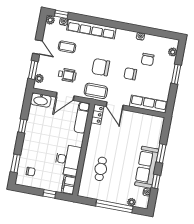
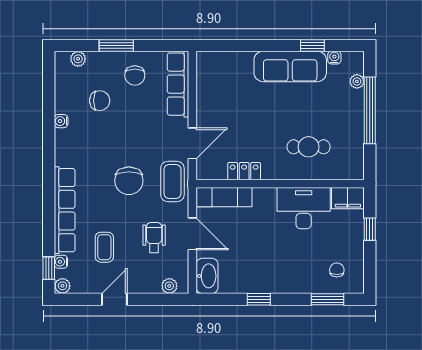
window: (33, 70) -> (156, 299), removed
chair: (130, 74) -> (135, 76), moved
locker: (97, 114) -> (244, 171), moved
window: (161, 153) -> (261, 45), removed

